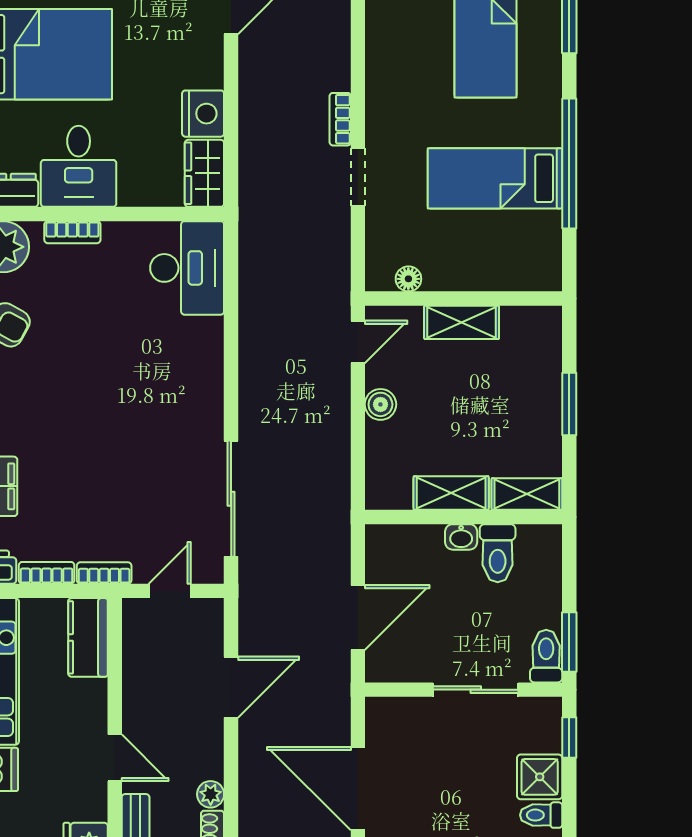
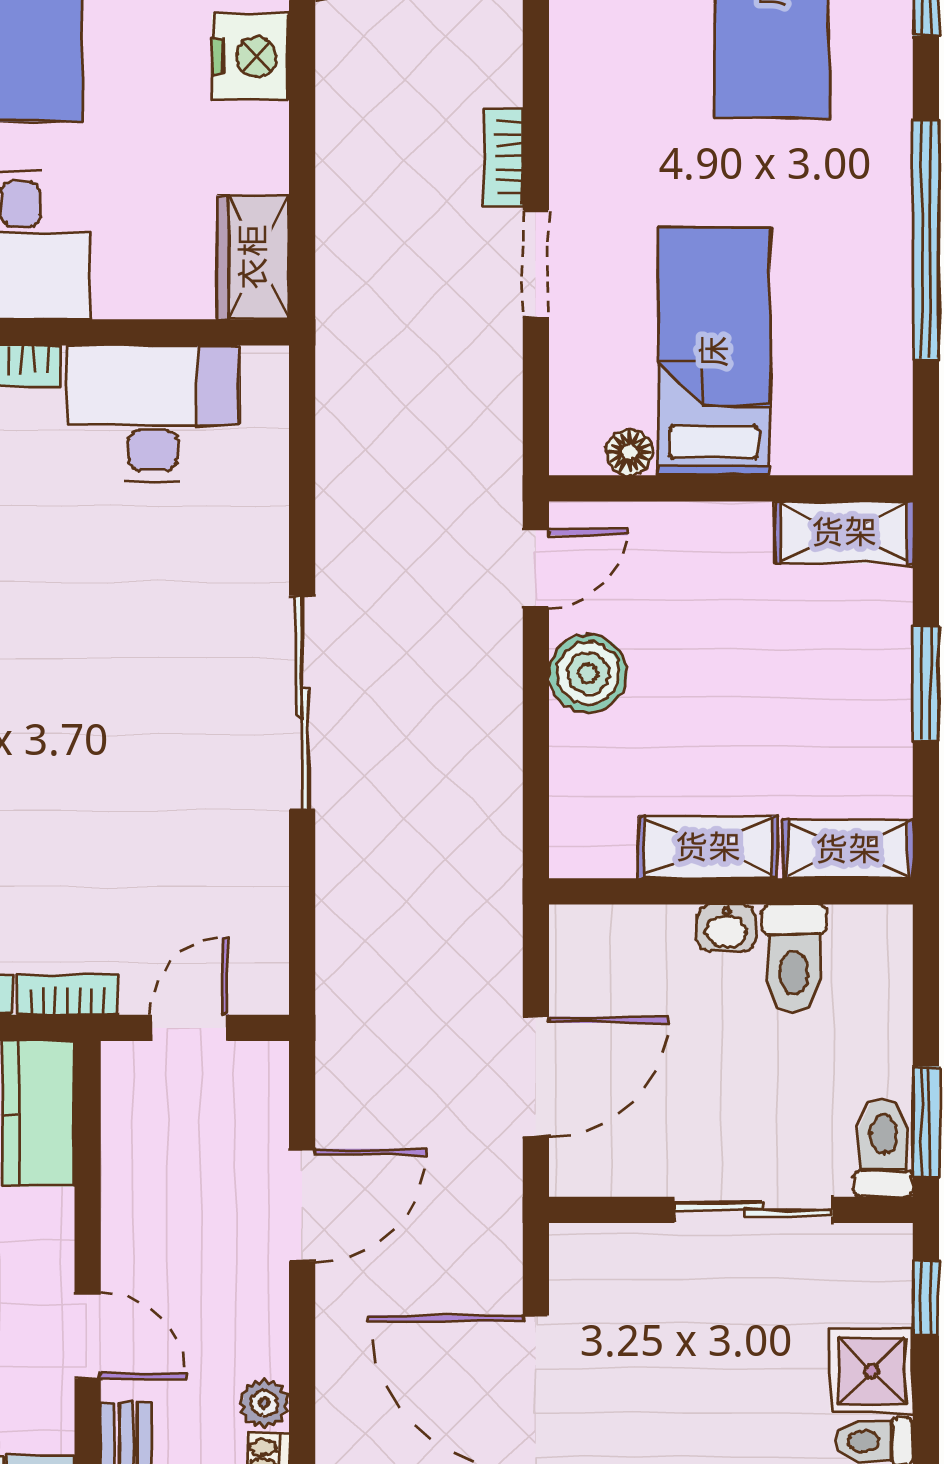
nightstand: (203, 114) -> (250, 57), moved
bed: (495, 178) -> (714, 351), moved, turned 90
desk: (187, 268) -> (153, 413), moved, turned -90
shelving: (462, 322) -> (844, 532), moved
boiler: (380, 404) -> (588, 673), width x1.36, depth x1.36
sliding door: (231, 499) -> (302, 703), moved

